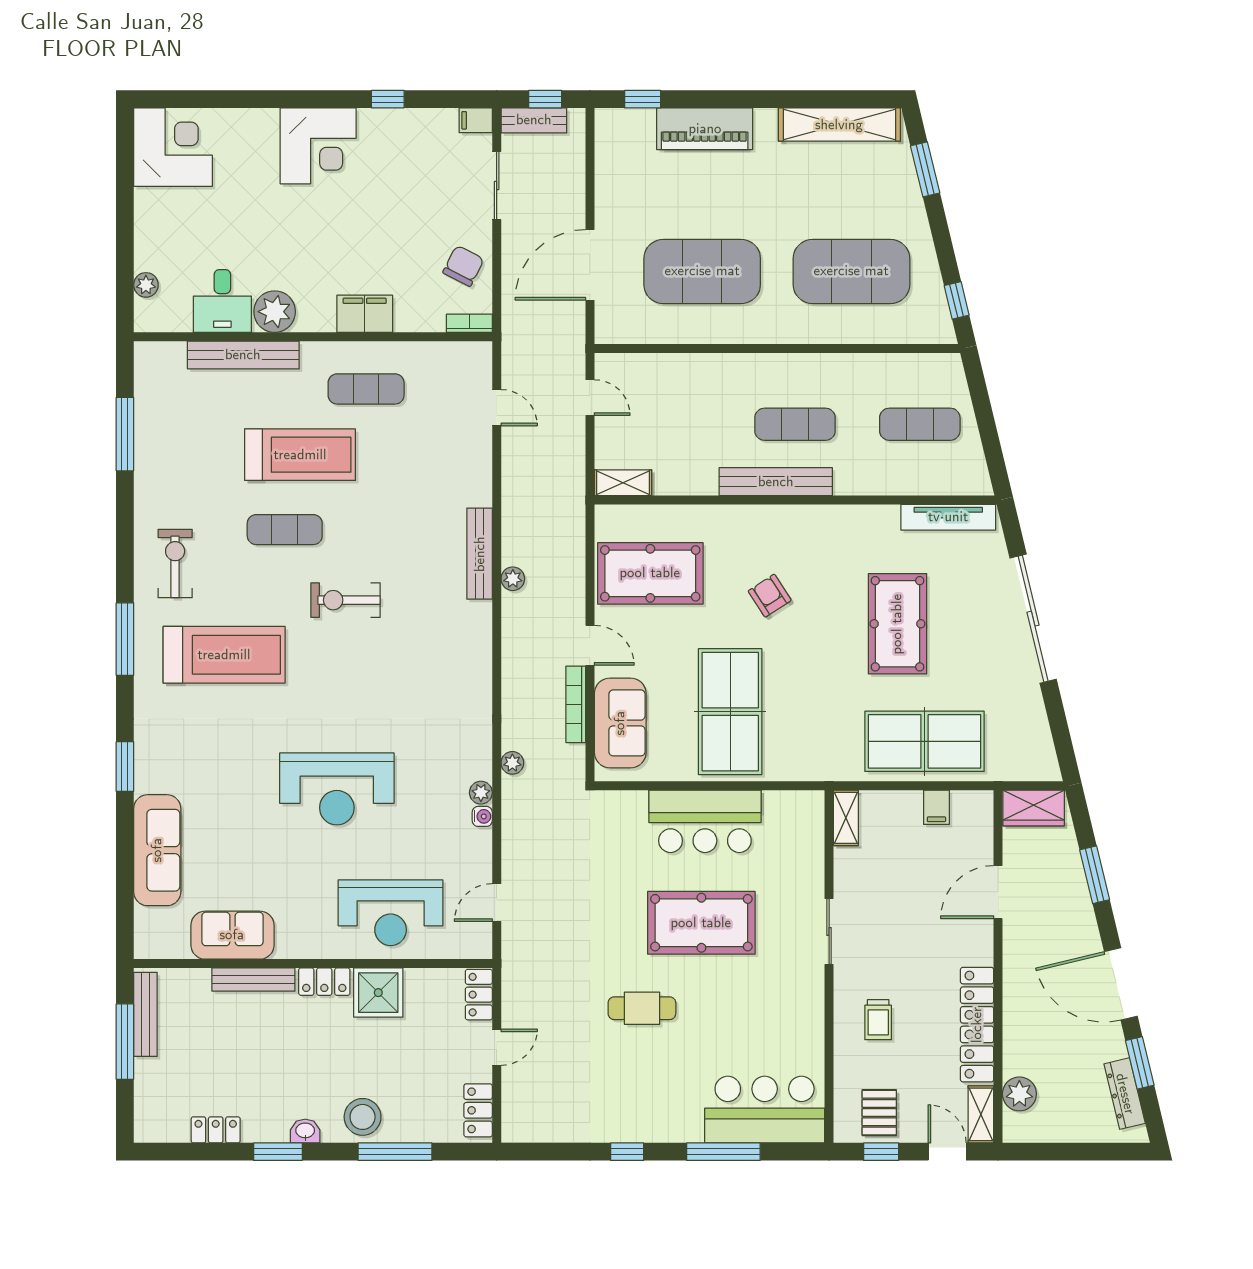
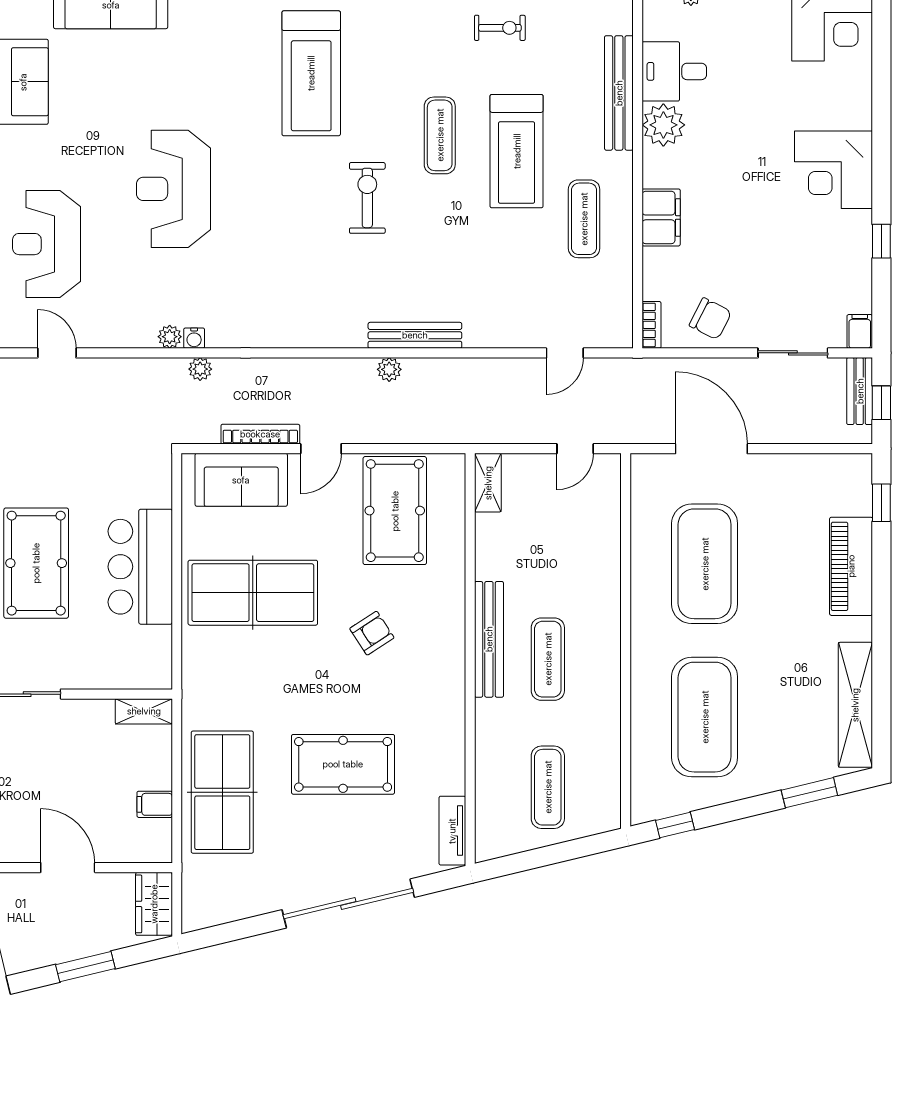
tv unit: (948, 517) -> (452, 831), width x0.71
exercise bike: (175, 563) -> (500, 28), moved, width x0.73, depth x0.72
water cooler: (482, 816) -> (194, 338), moved

